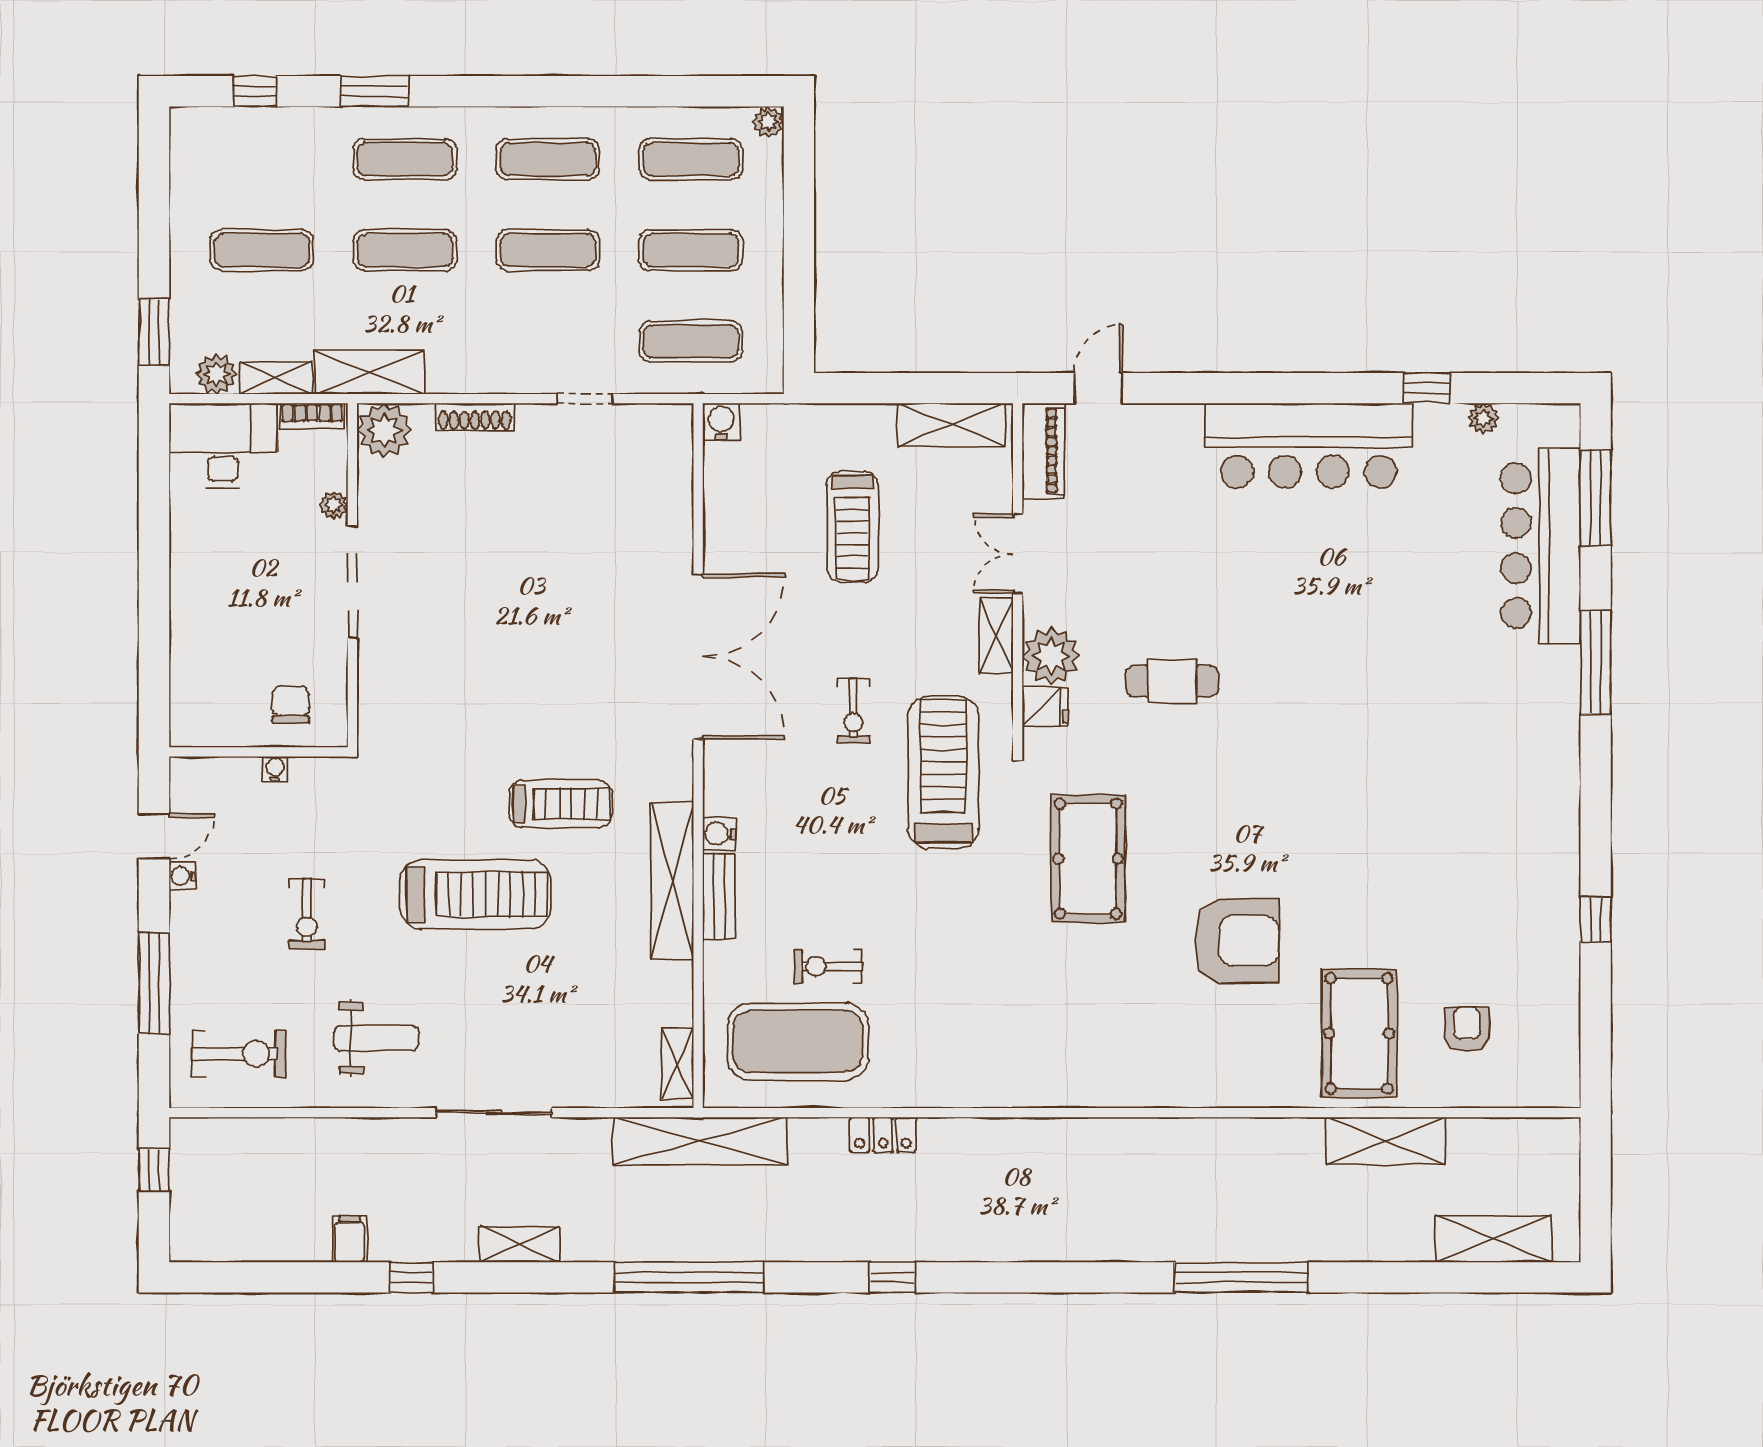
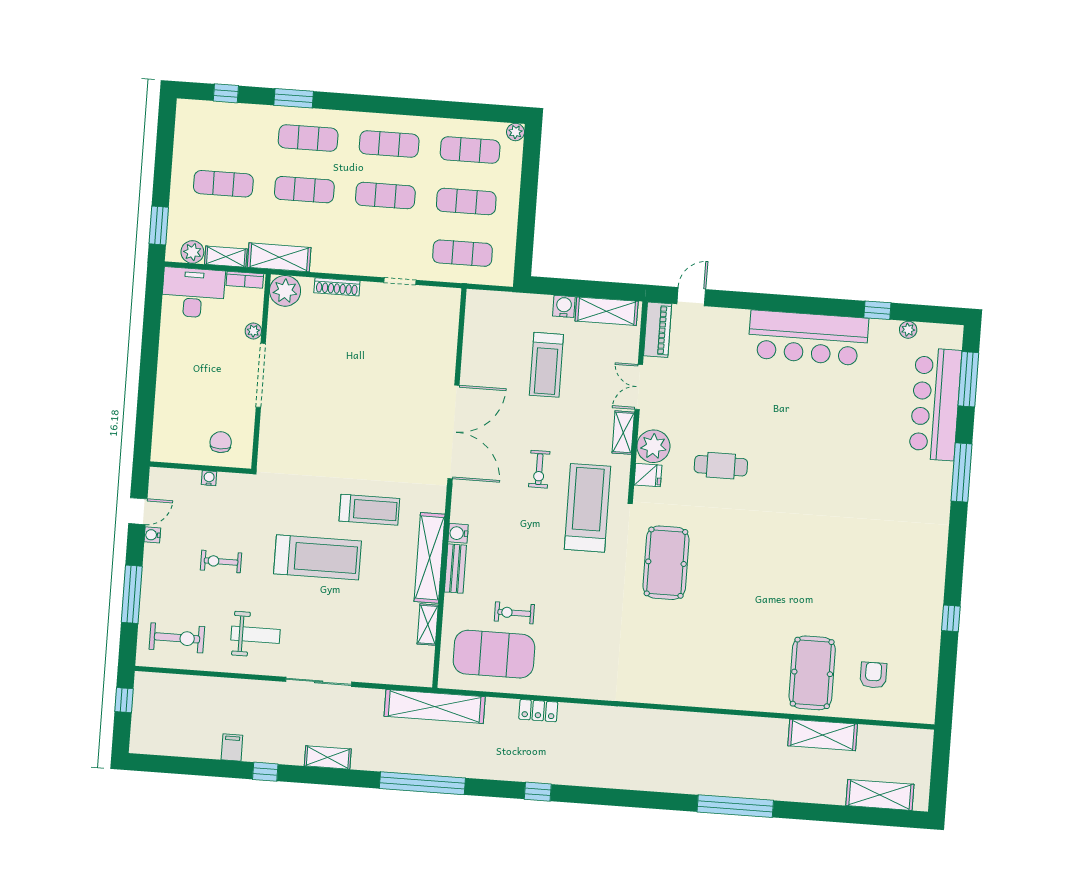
water cooler: (721, 422) -> (564, 306), moved
exercise bike: (307, 914) -> (221, 561), turned 90
armchair: (1237, 941) -> (747, 615), removed
shelving: (678, 1064) -> (428, 625), moved

